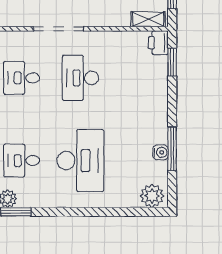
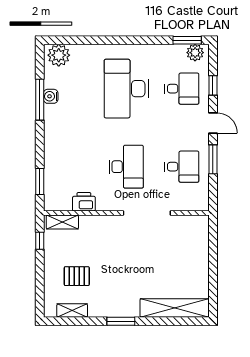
printer: (158, 43) -> (84, 202), moved, turned -90

